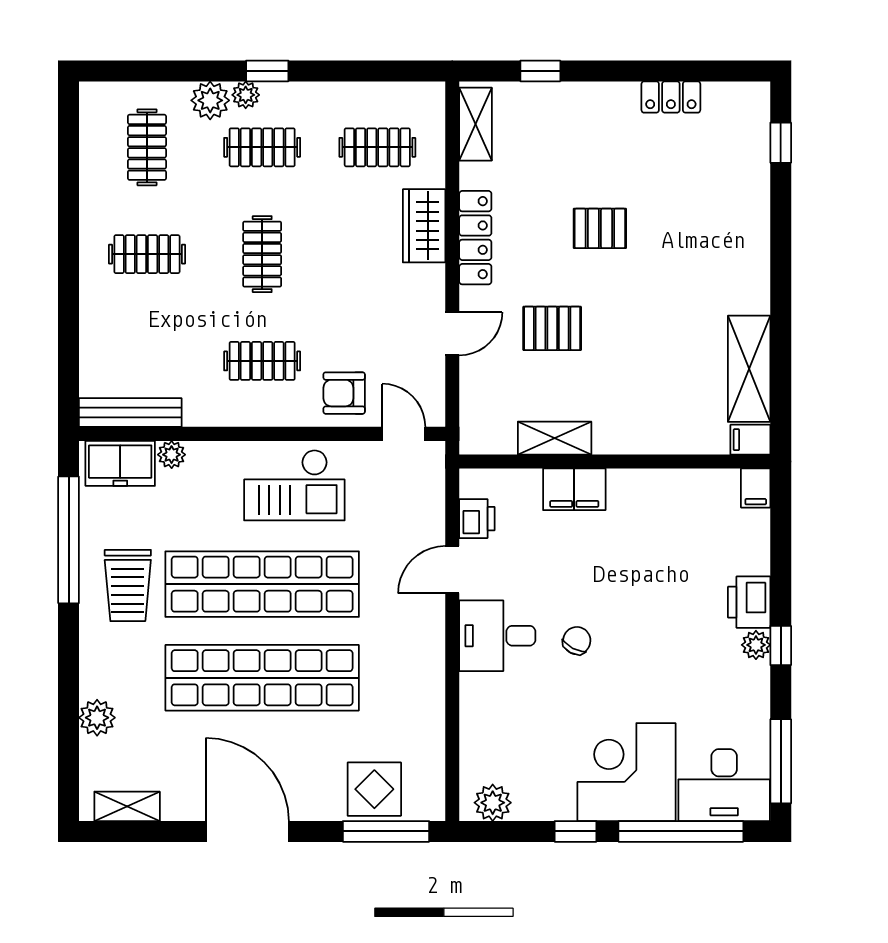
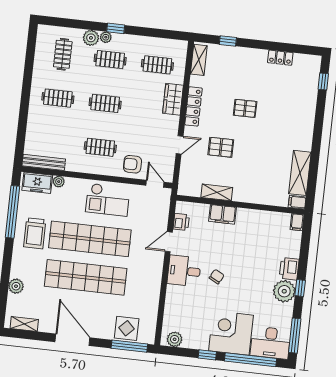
clothes rail: (262, 254) -> (105, 103), turned 90
plant: (756, 645) -> (284, 291), width x1.87, depth x1.87

